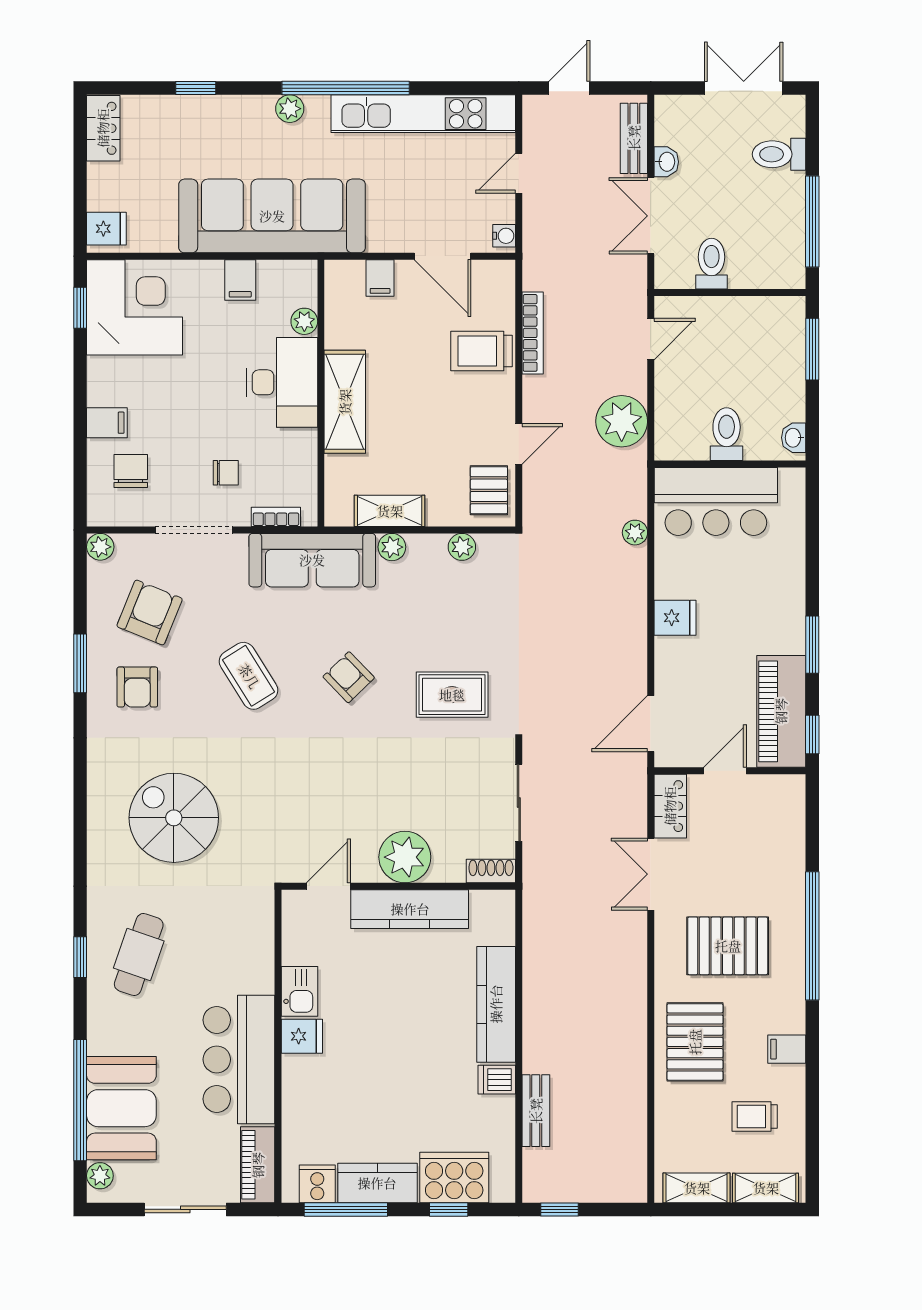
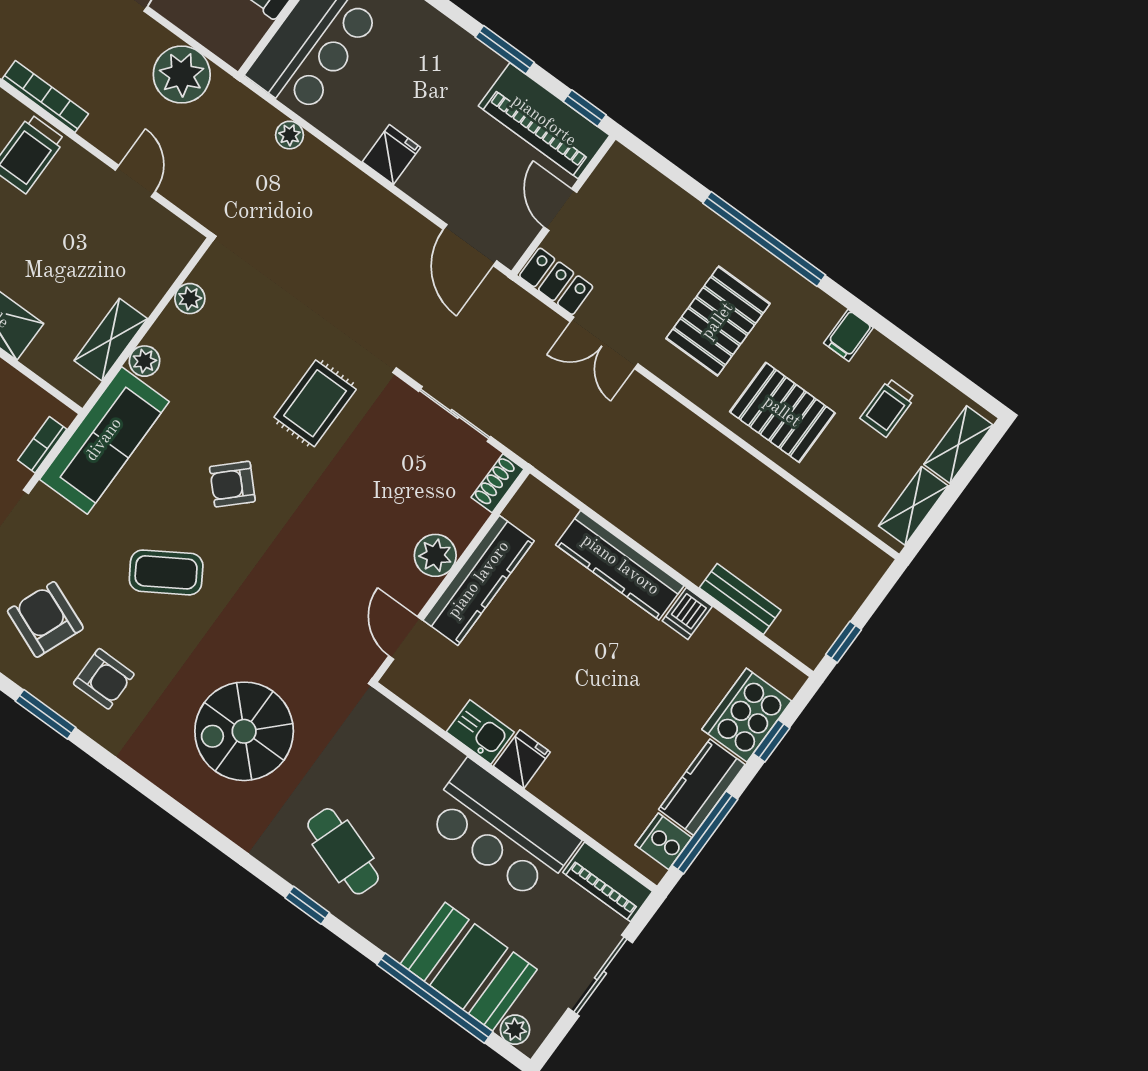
pallet: (489, 490) -> (157, 238), removed
plant: (405, 857) -> (435, 555), width x0.73, depth x0.73

